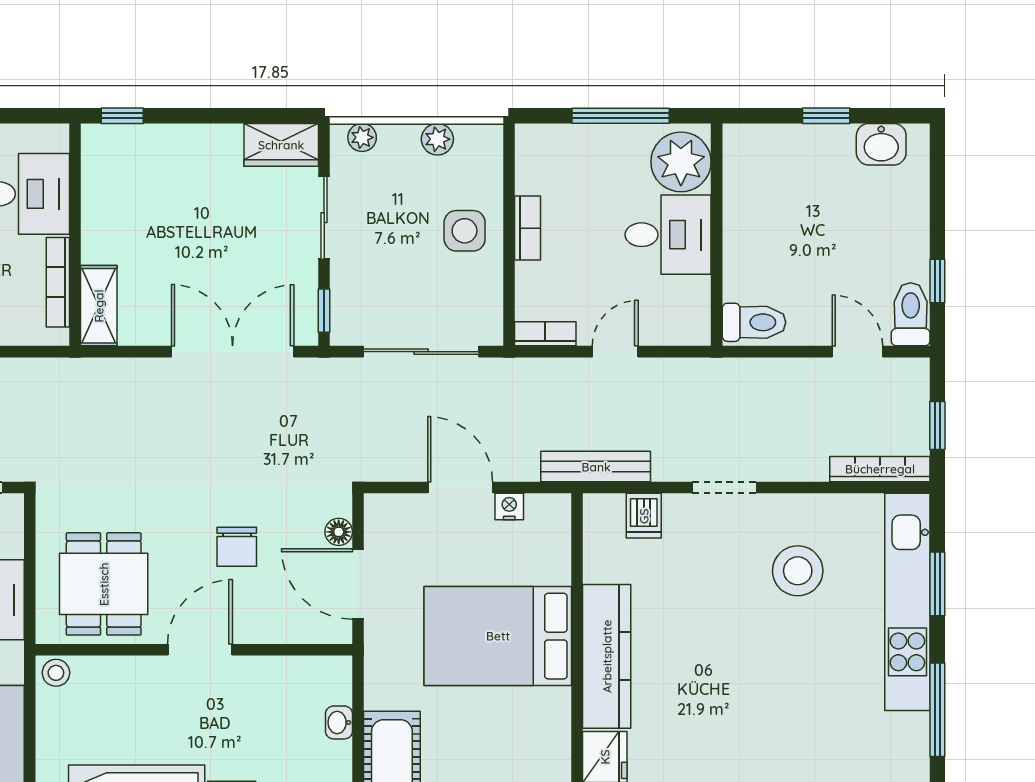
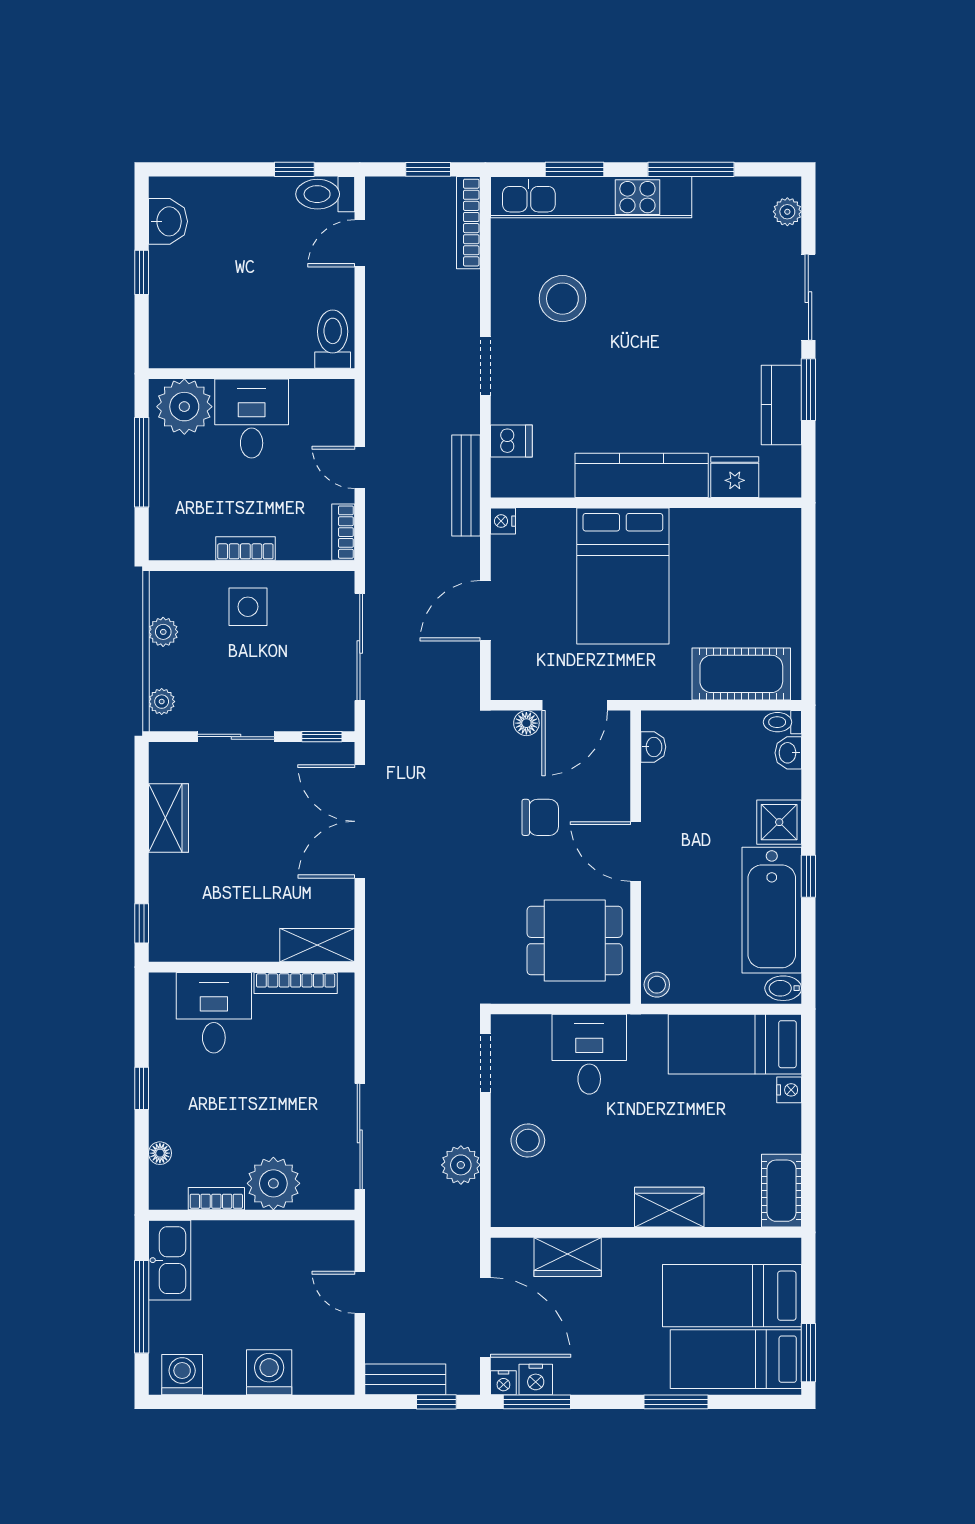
wardrobe: (281, 145) -> (168, 818), moved
nightstand: (509, 507) -> (503, 521), moved
washbasin: (339, 722) -> (653, 747), moved, turned -90

